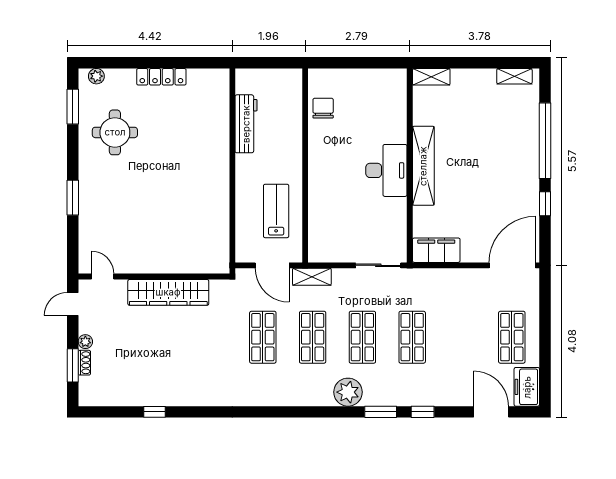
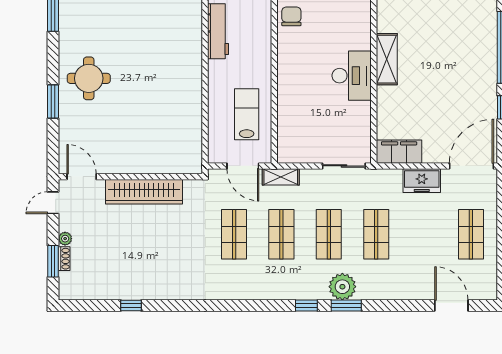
round table: (115, 132) -> (89, 78), moved
shelving: (423, 166) -> (387, 59), width x0.68
door: (103, 277) -> (82, 177), width x1.38
freezer: (527, 387) -> (422, 181), moved, turned -90
plant: (348, 392) -> (342, 287), moved
window: (423, 412) -> (306, 305), moved

